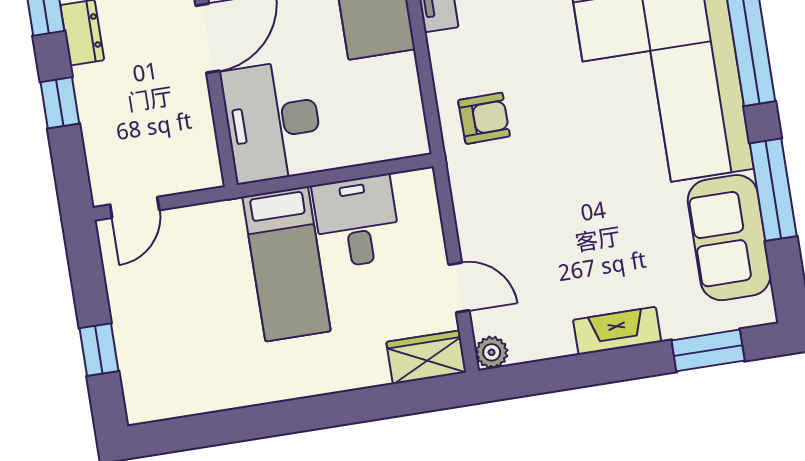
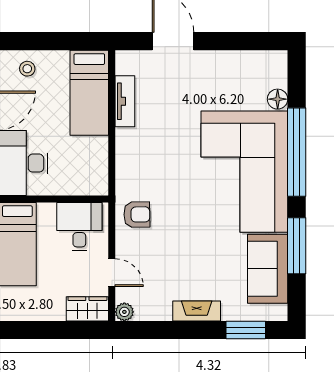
armchair: (484, 118) -> (137, 215), moved
desk: (357, 222) -> (79, 227), moved

